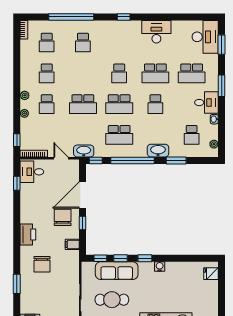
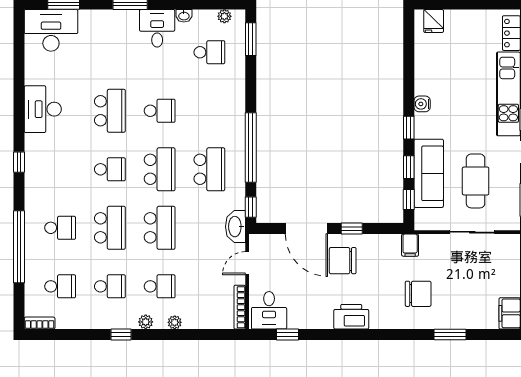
school desk: (192, 73) -> (110, 228), moved
window: (17, 140) -> (121, 335), moved
washbasin: (158, 151) -> (235, 107), removed
window: (176, 160) -> (251, 39), moved
printer: (28, 235) -> (351, 317), moved
filing cabinet: (72, 244) -> (410, 245), moved

